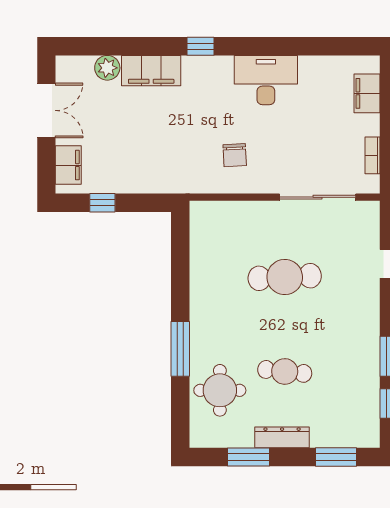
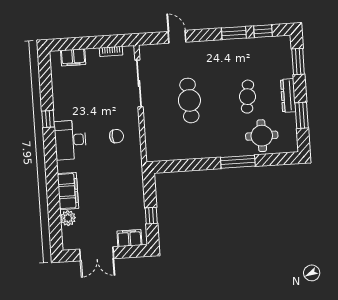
window: (200, 46) -> (48, 119), moved
desk: (266, 80) -> (70, 140), moved
double door: (46, 110) -> (97, 254), swing flipped

